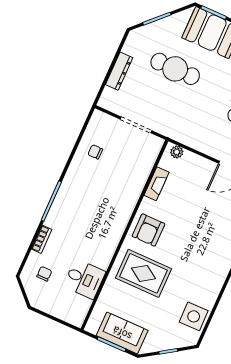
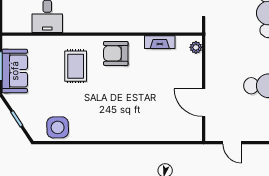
rug: (143, 273) -> (76, 66), width x0.73, depth x0.70

